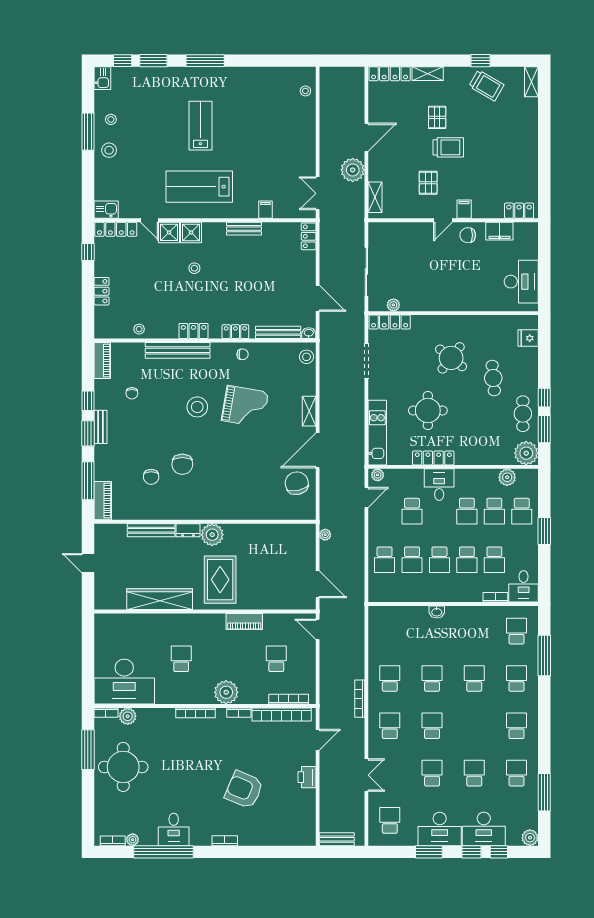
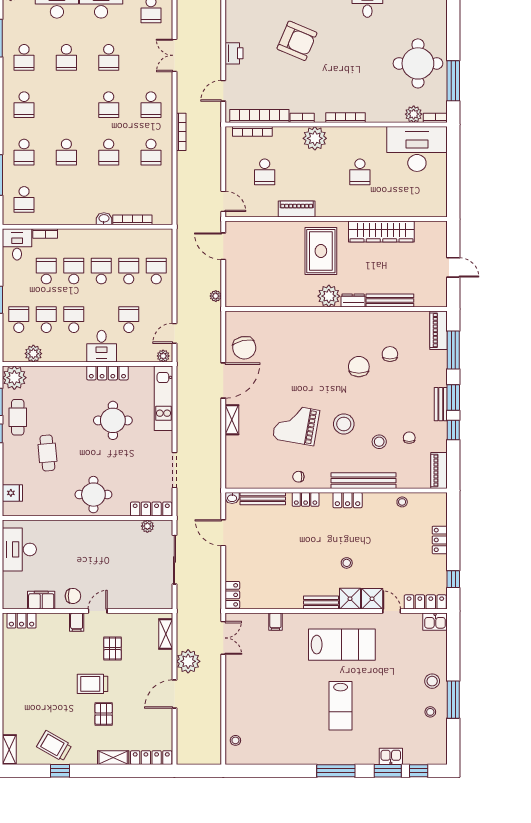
kitchen sink: (102, 78) -> (391, 756), moved, turned 90
bench: (244, 229) -> (321, 603), moved
stool: (306, 357) -> (379, 442), moved
round table: (451, 358) -> (93, 495), moved, turned -38
bookcase: (408, 611) -> (132, 220), added

